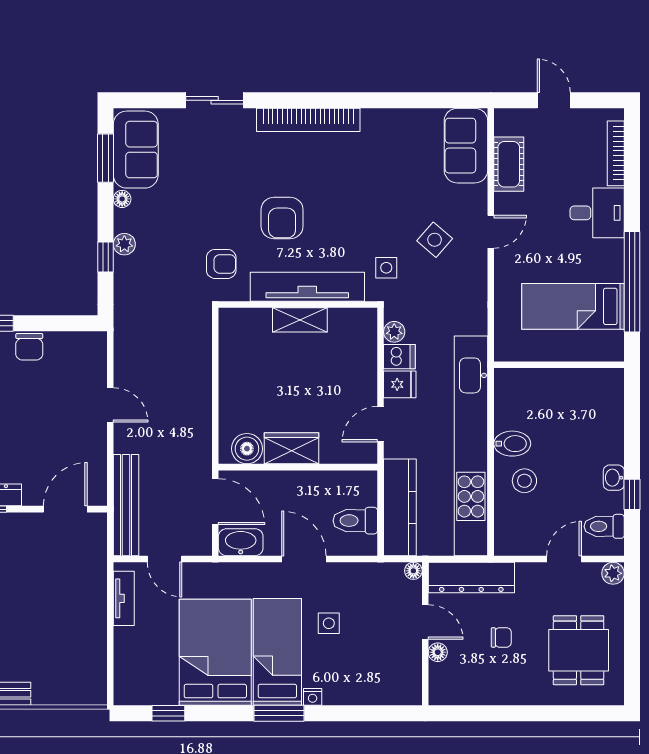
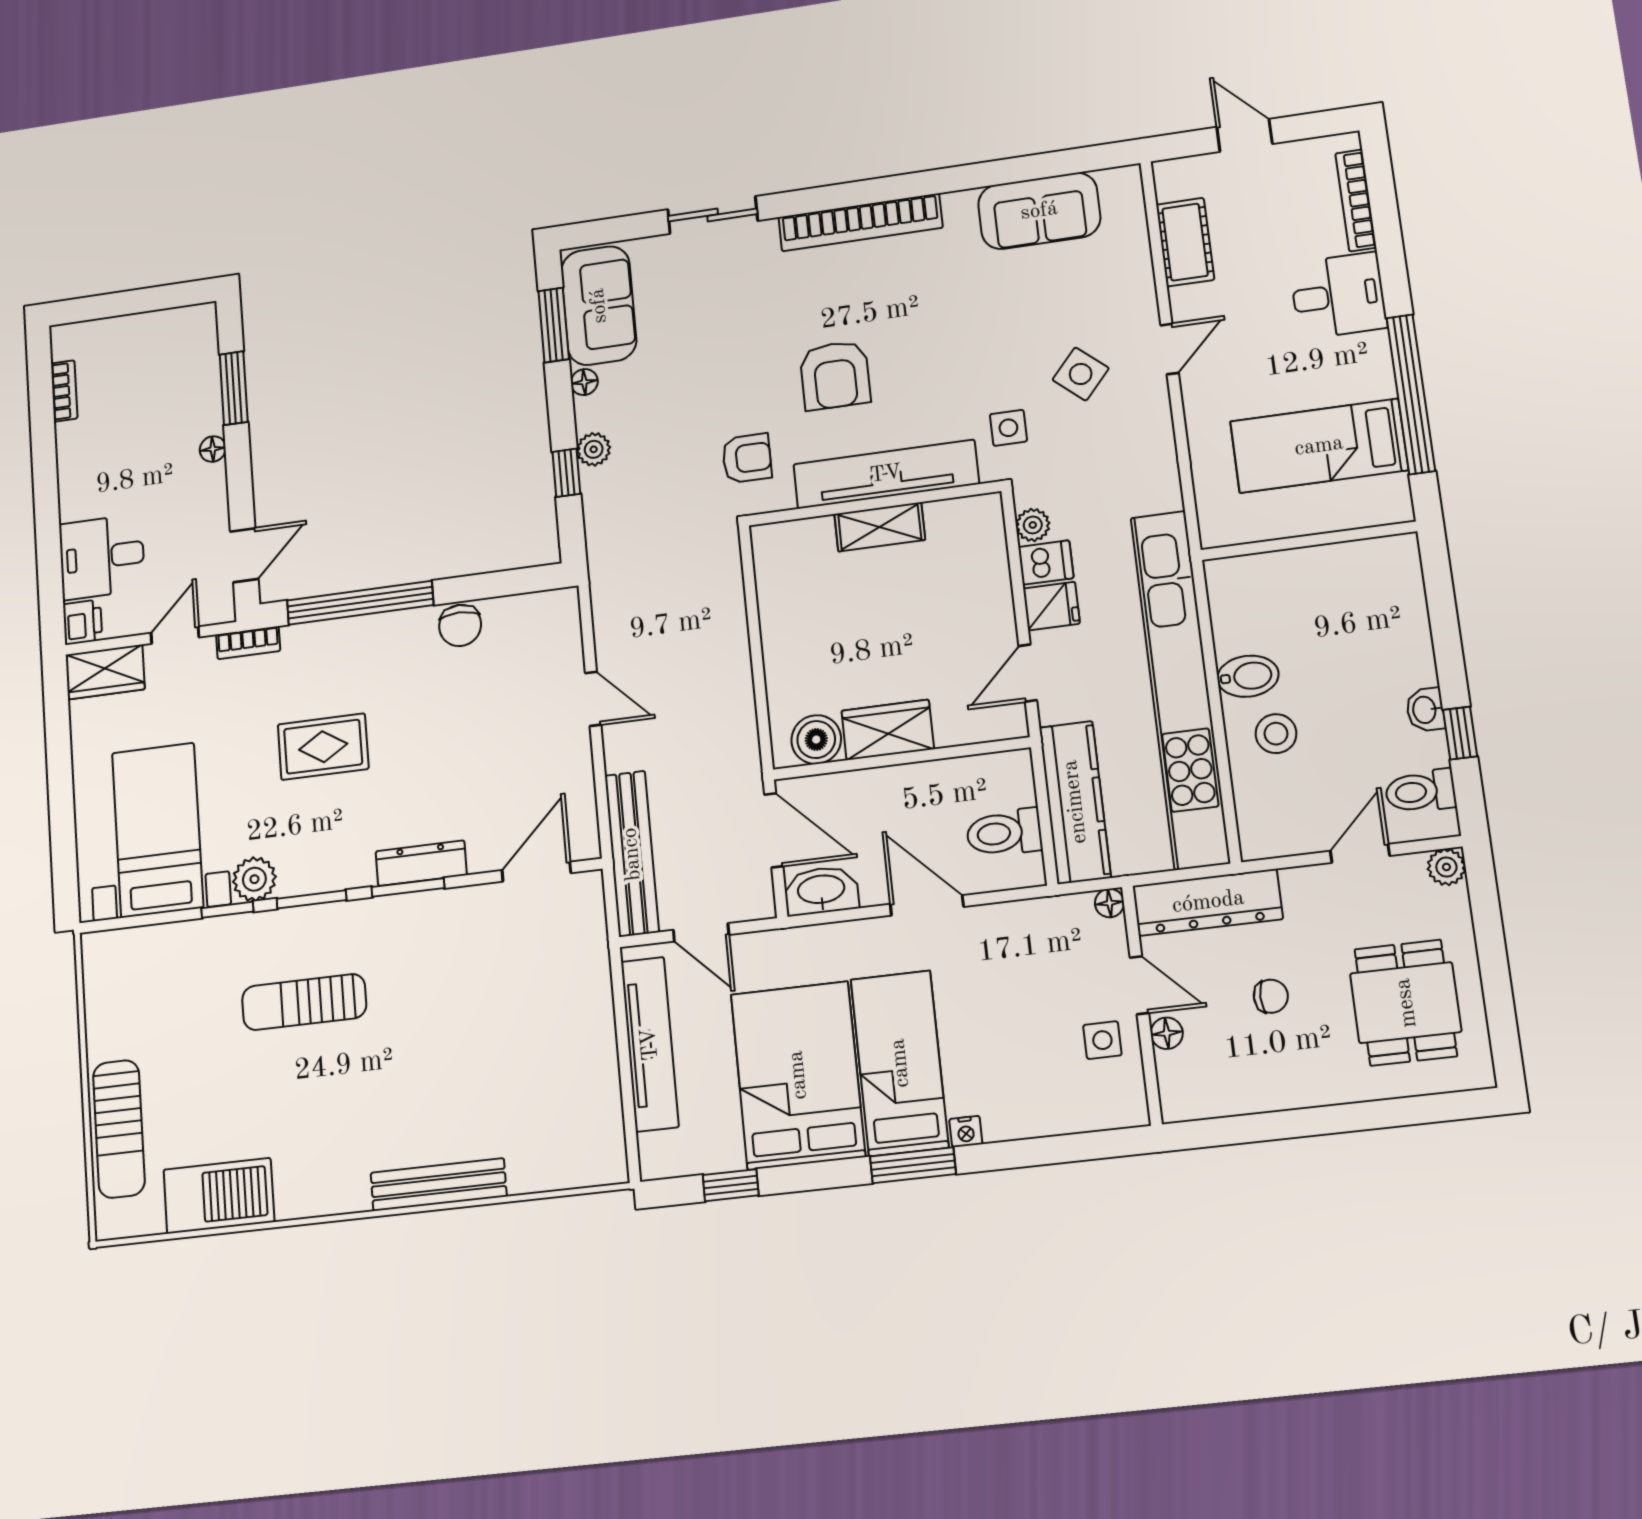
sofa: (466, 146) -> (1039, 211), moved, turned -90
tv unit: (124, 598) -> (650, 1044), width x1.92, depth x1.29
side table: (329, 623) -> (1102, 1040), moved

